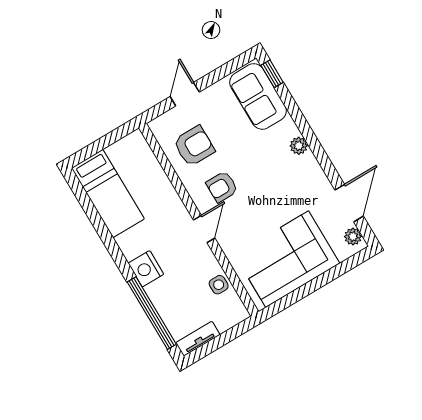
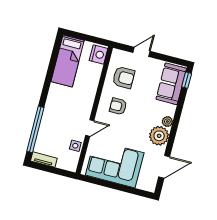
door: (204, 229) -> (90, 128), moved
plant: (353, 237) -> (159, 136), moved, width x1.88, depth x1.88
nightstand: (146, 269) -> (99, 54), moved, turned 180

